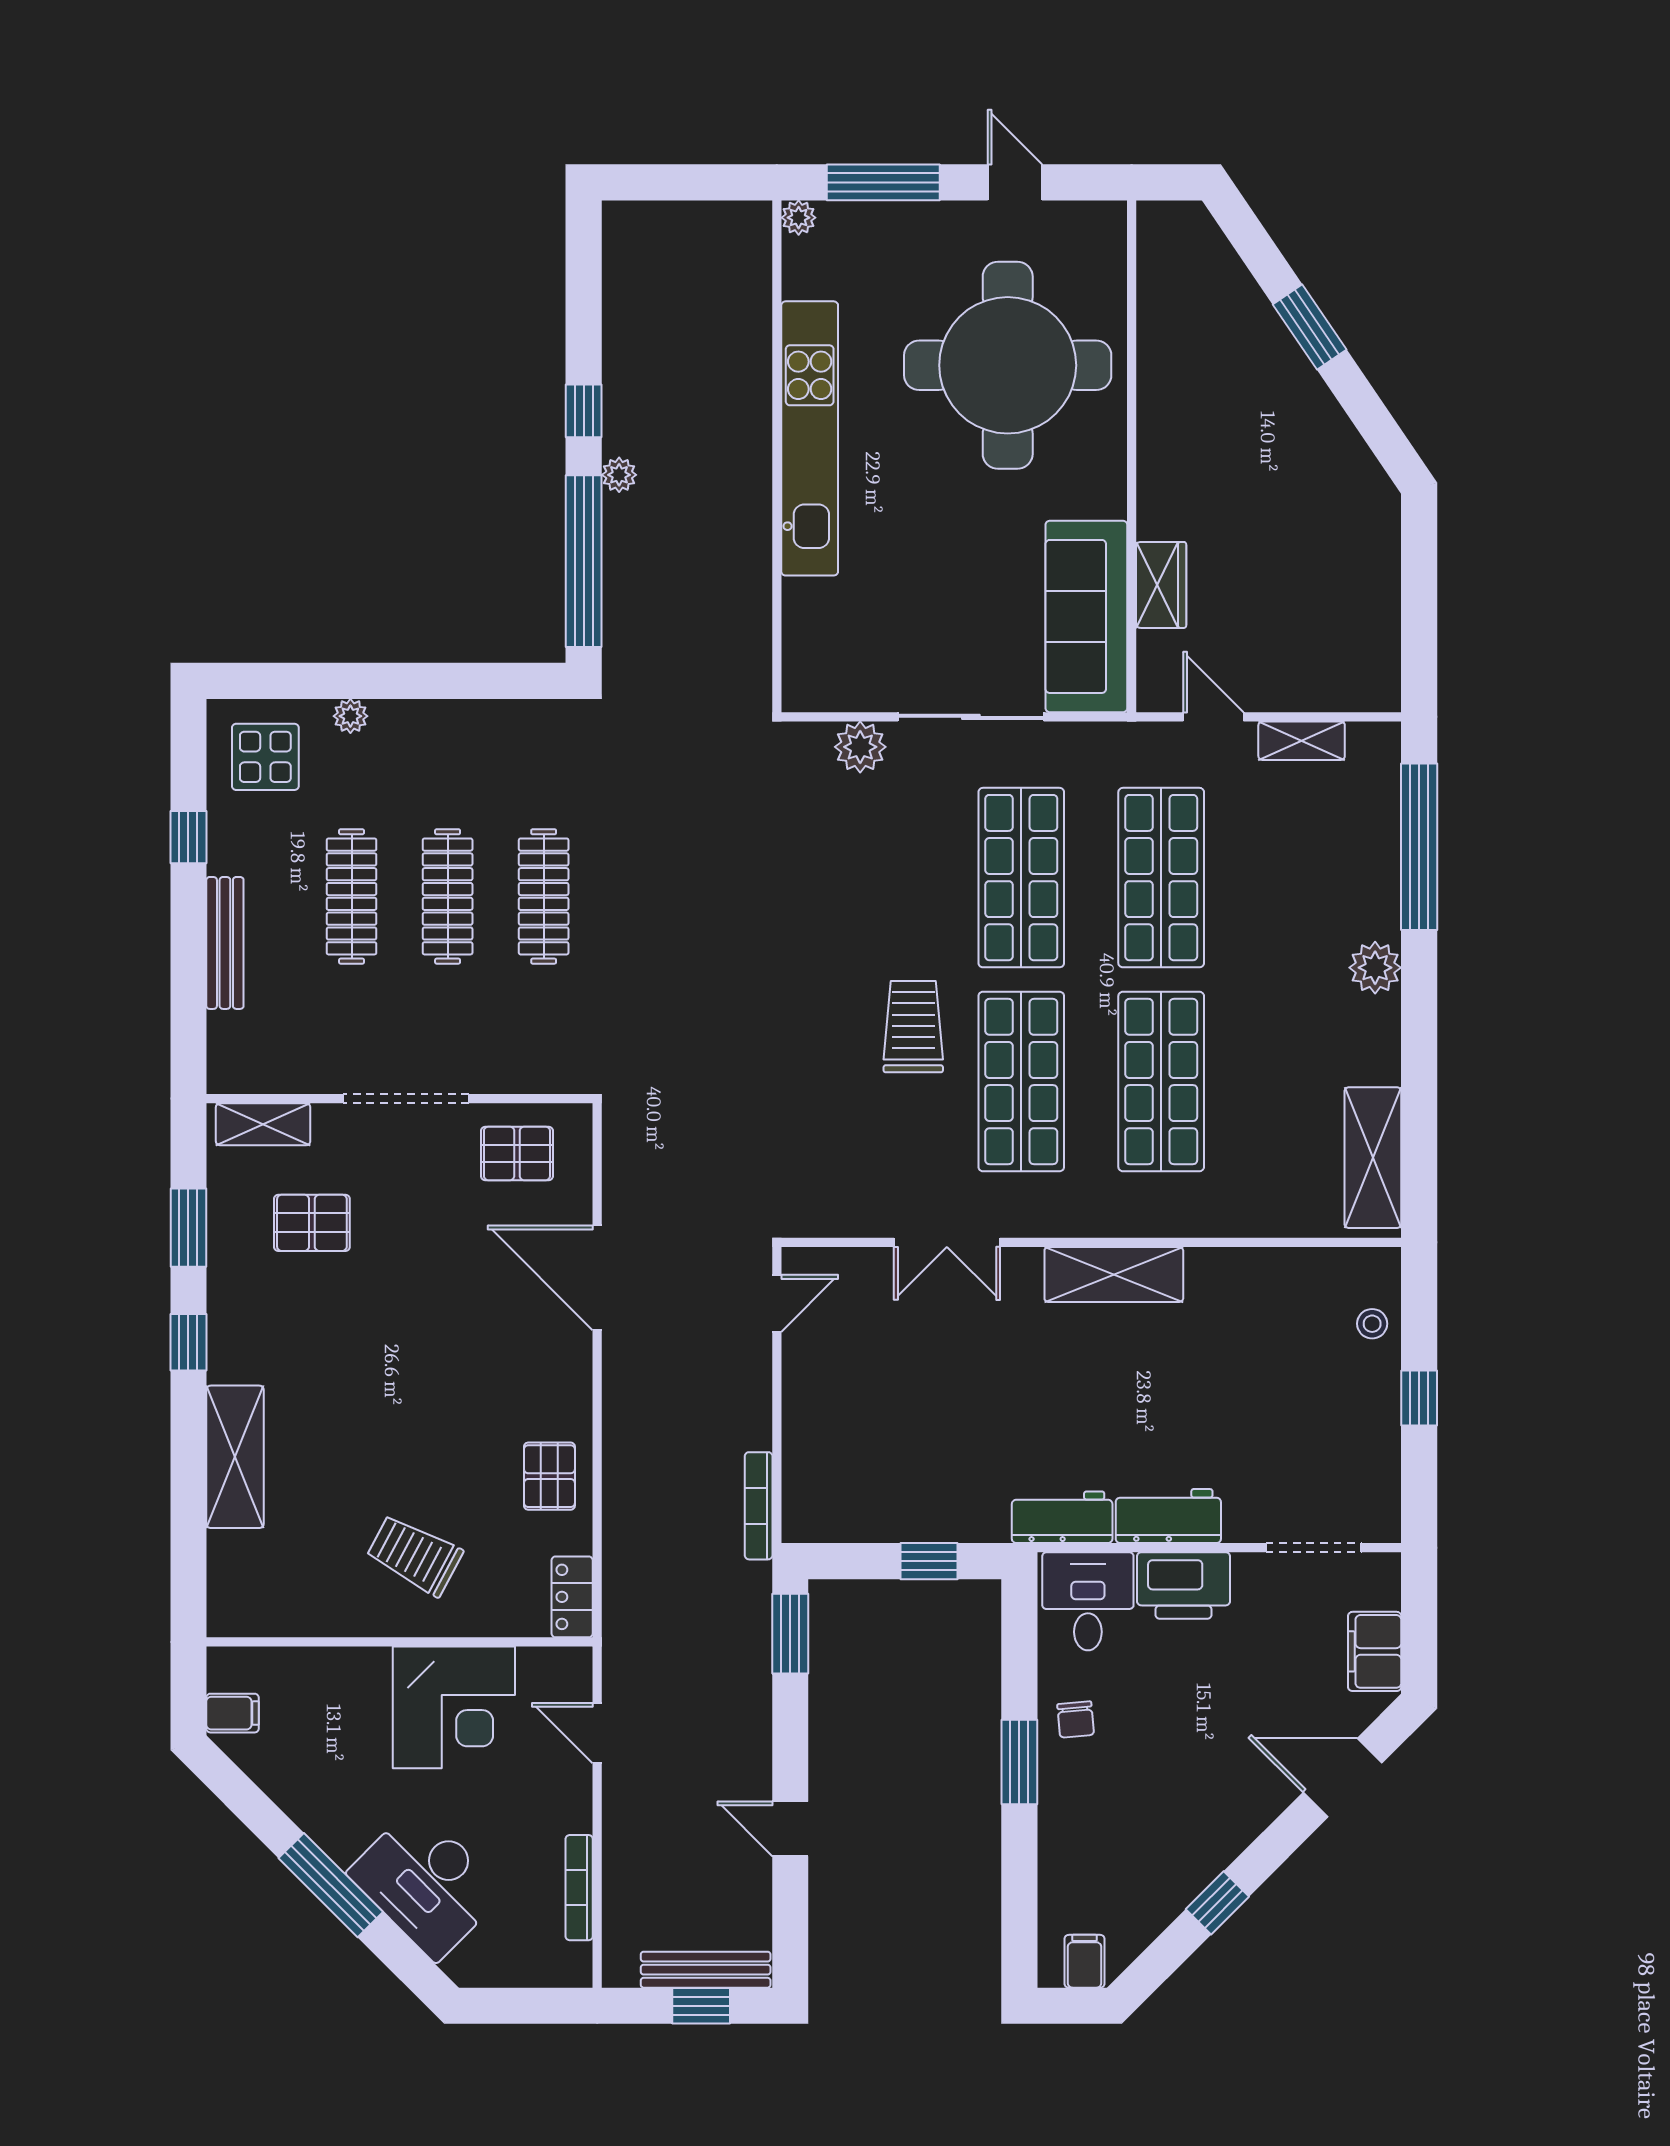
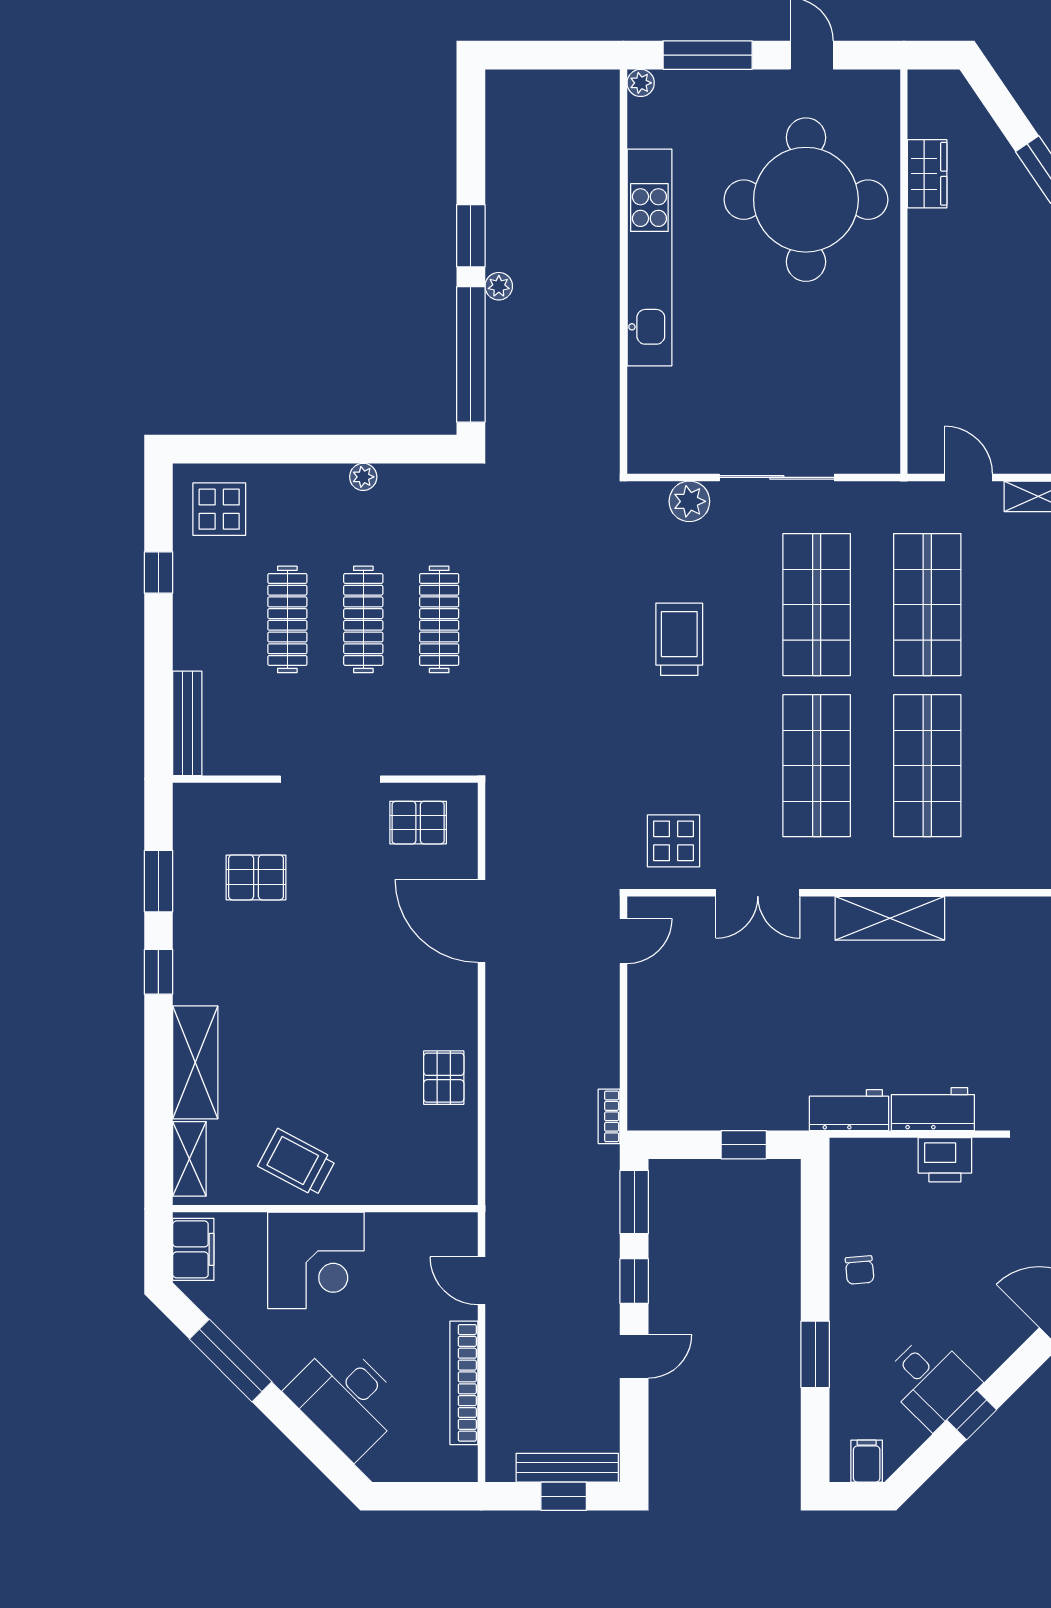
window: (584, 411) -> (471, 236), width x1.50
wardrobe: (1161, 585) -> (927, 174), moved
sofa: (1086, 616) -> (868, 398), removed
plant: (350, 716) -> (363, 477), moved
bench: (225, 943) -> (187, 723), moved
trolley: (913, 1027) -> (679, 639), moved
shelving: (263, 1124) -> (189, 1159), moved, turned 90
display table: (840, 1177) -> (674, 841), added
bookcase: (759, 1506) -> (609, 1116), width x0.64
trolley: (414, 1555) -> (297, 1163), moved
printer: (1184, 1586) -> (945, 1160), width x0.73, depth x0.84
locker: (572, 1597) -> (462, 1173), removed
desk: (1088, 1601) -> (931, 1381), moved, turned 135
corner desk: (454, 1707) -> (316, 1260), moved
filing cabinet: (233, 1713) -> (193, 1249), width x2.00
window: (790, 1734) -> (634, 1281), added
window: (1019, 1762) -> (815, 1354), moved
door: (790, 1829) -> (634, 1356), swing flipped
window: (331, 1885) -> (231, 1360), moved
bookcase: (579, 1888) -> (464, 1383), width x1.48, depth x1.31

